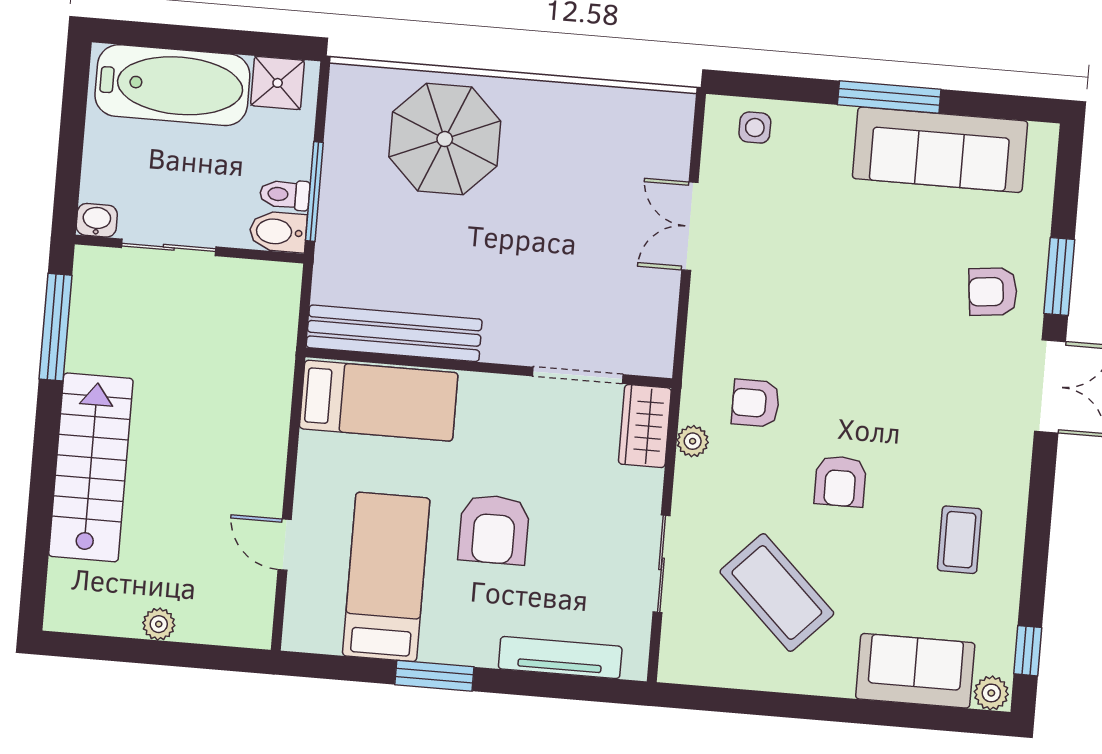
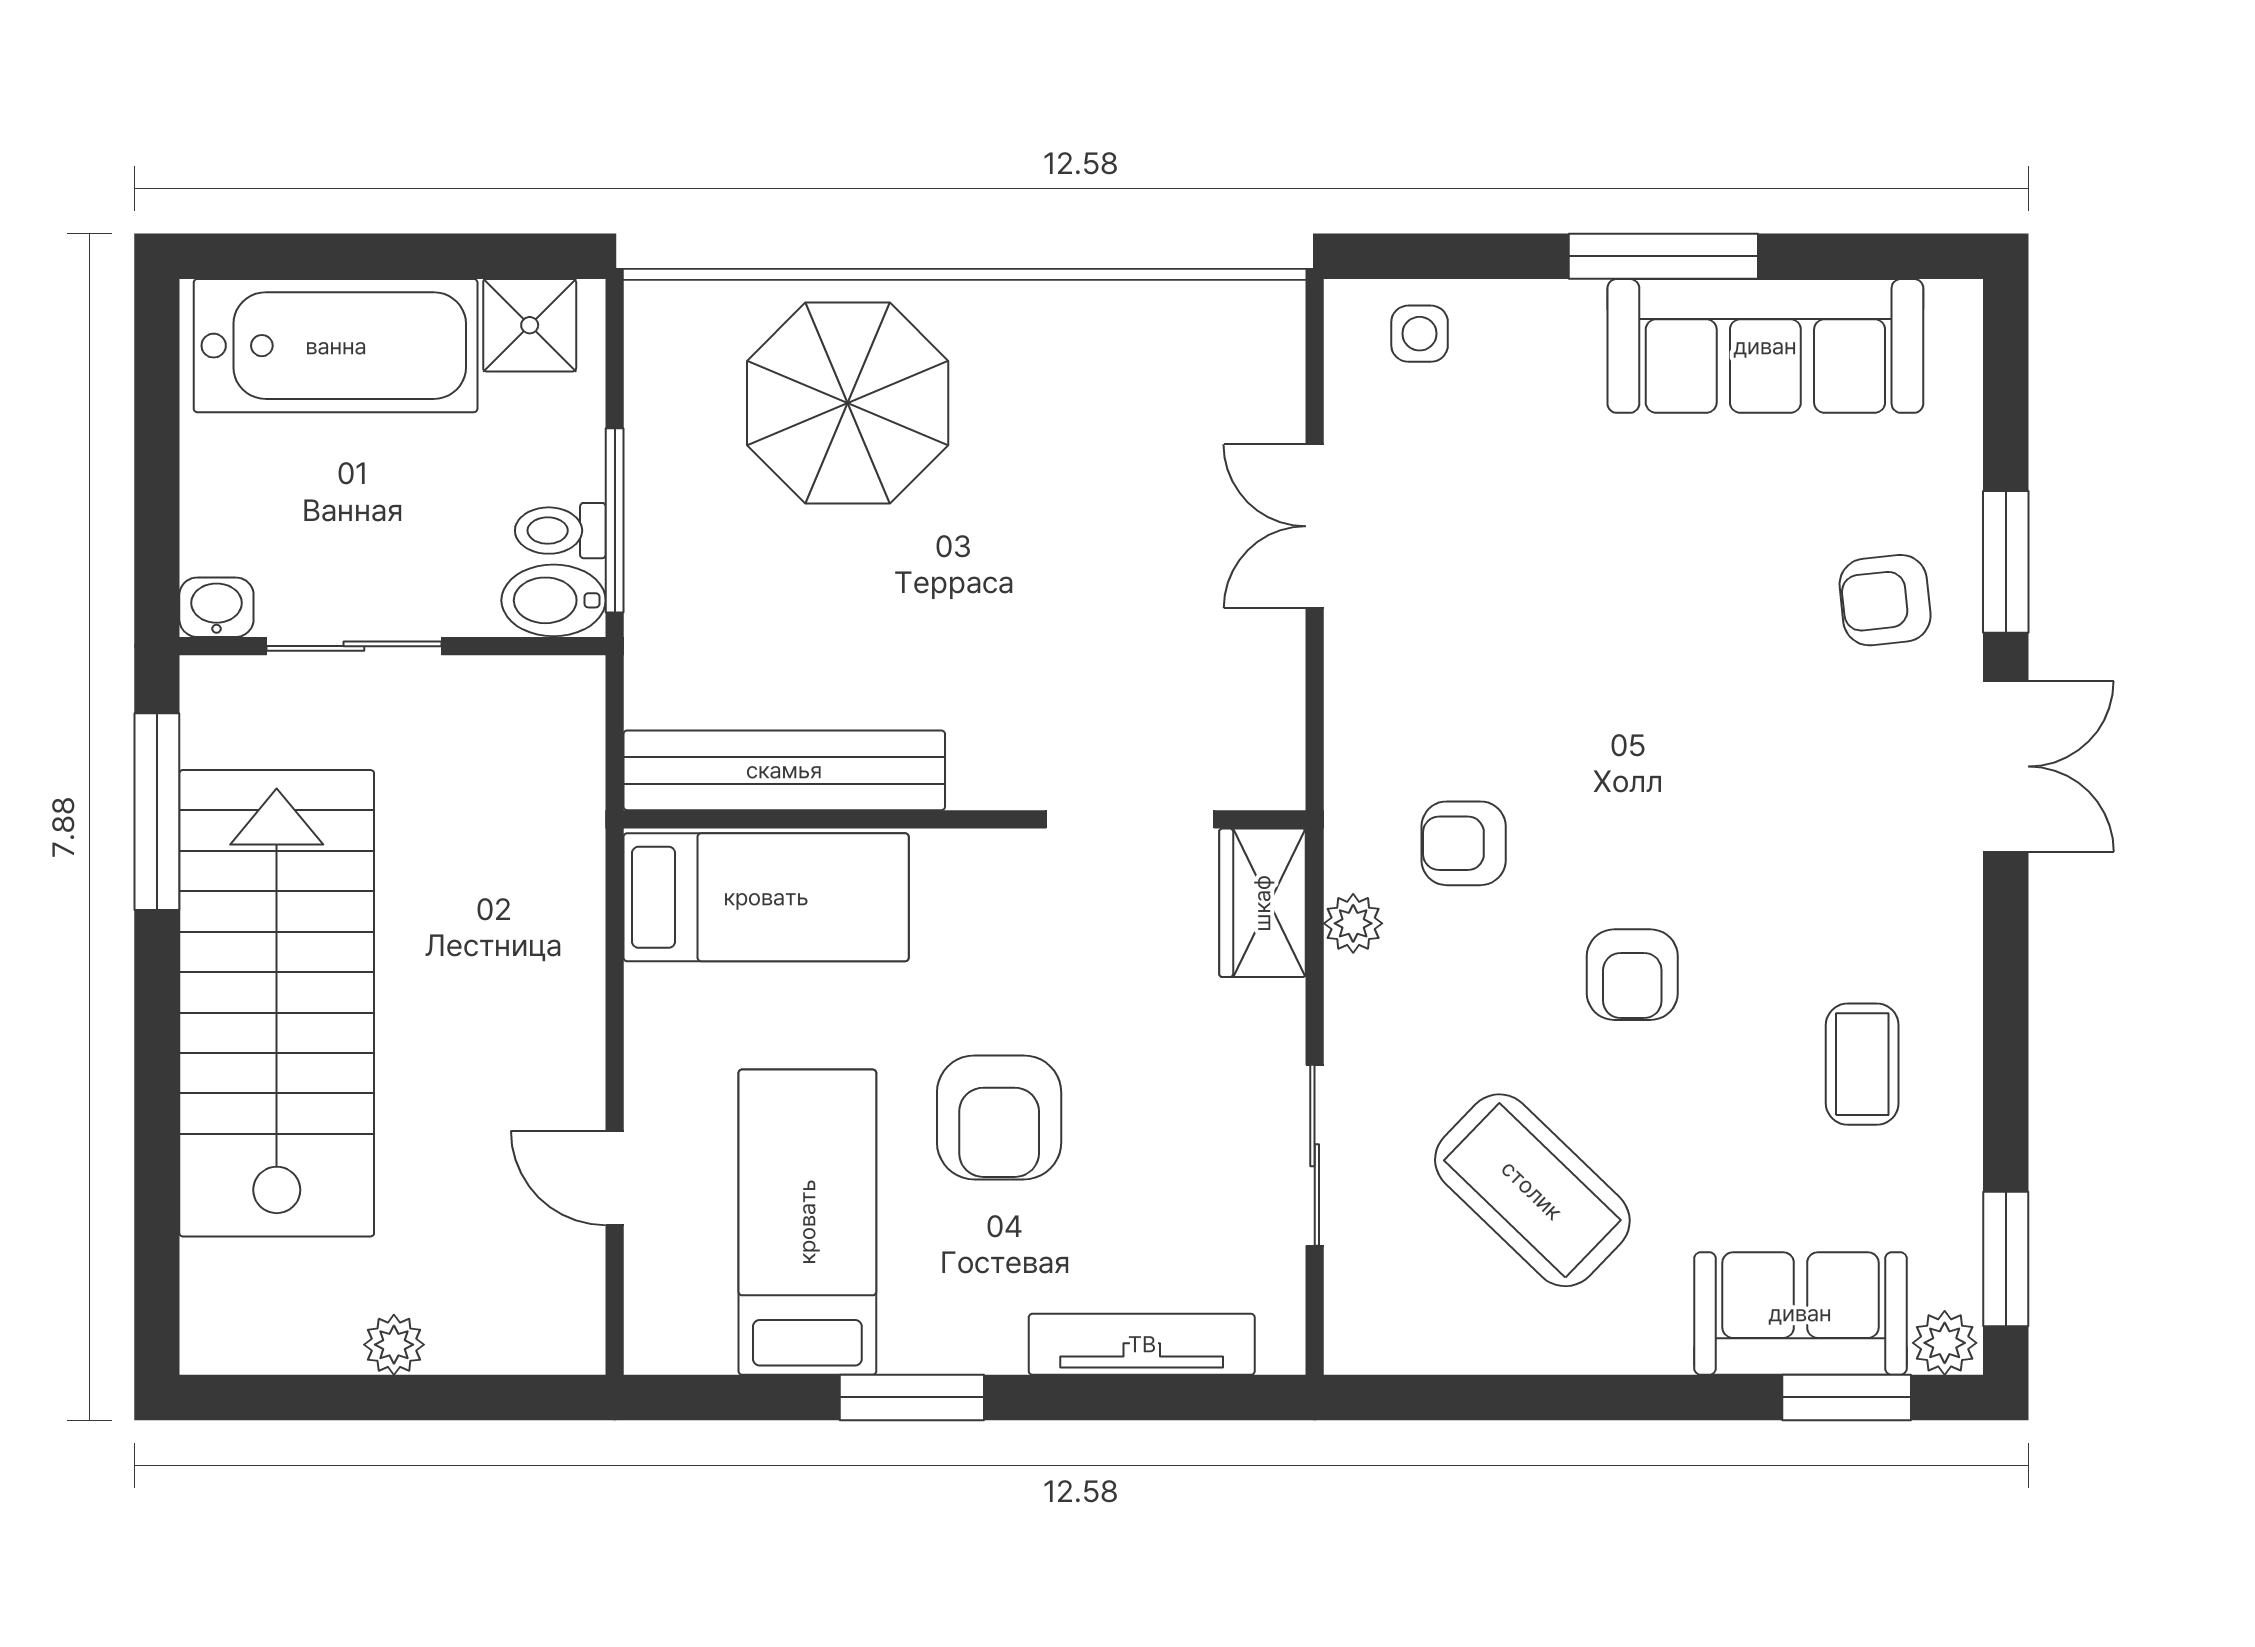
stairs: (91, 467) -> (277, 1003), width x1.36, depth x1.51
window: (1028, 651) -> (2006, 1259), width x1.50
window: (936, 718) -> (1847, 1397), added

